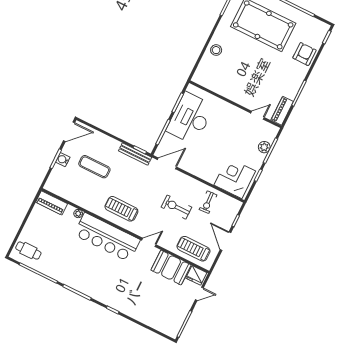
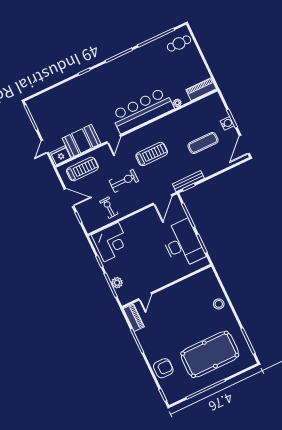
armchair: (304, 54) -> (163, 368), turned -90
treadmill: (121, 209) -> (152, 154), moved

